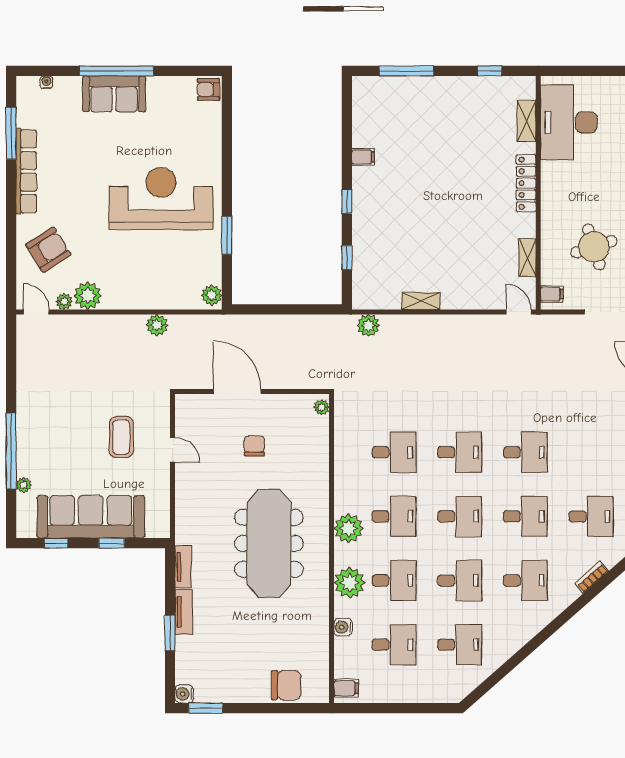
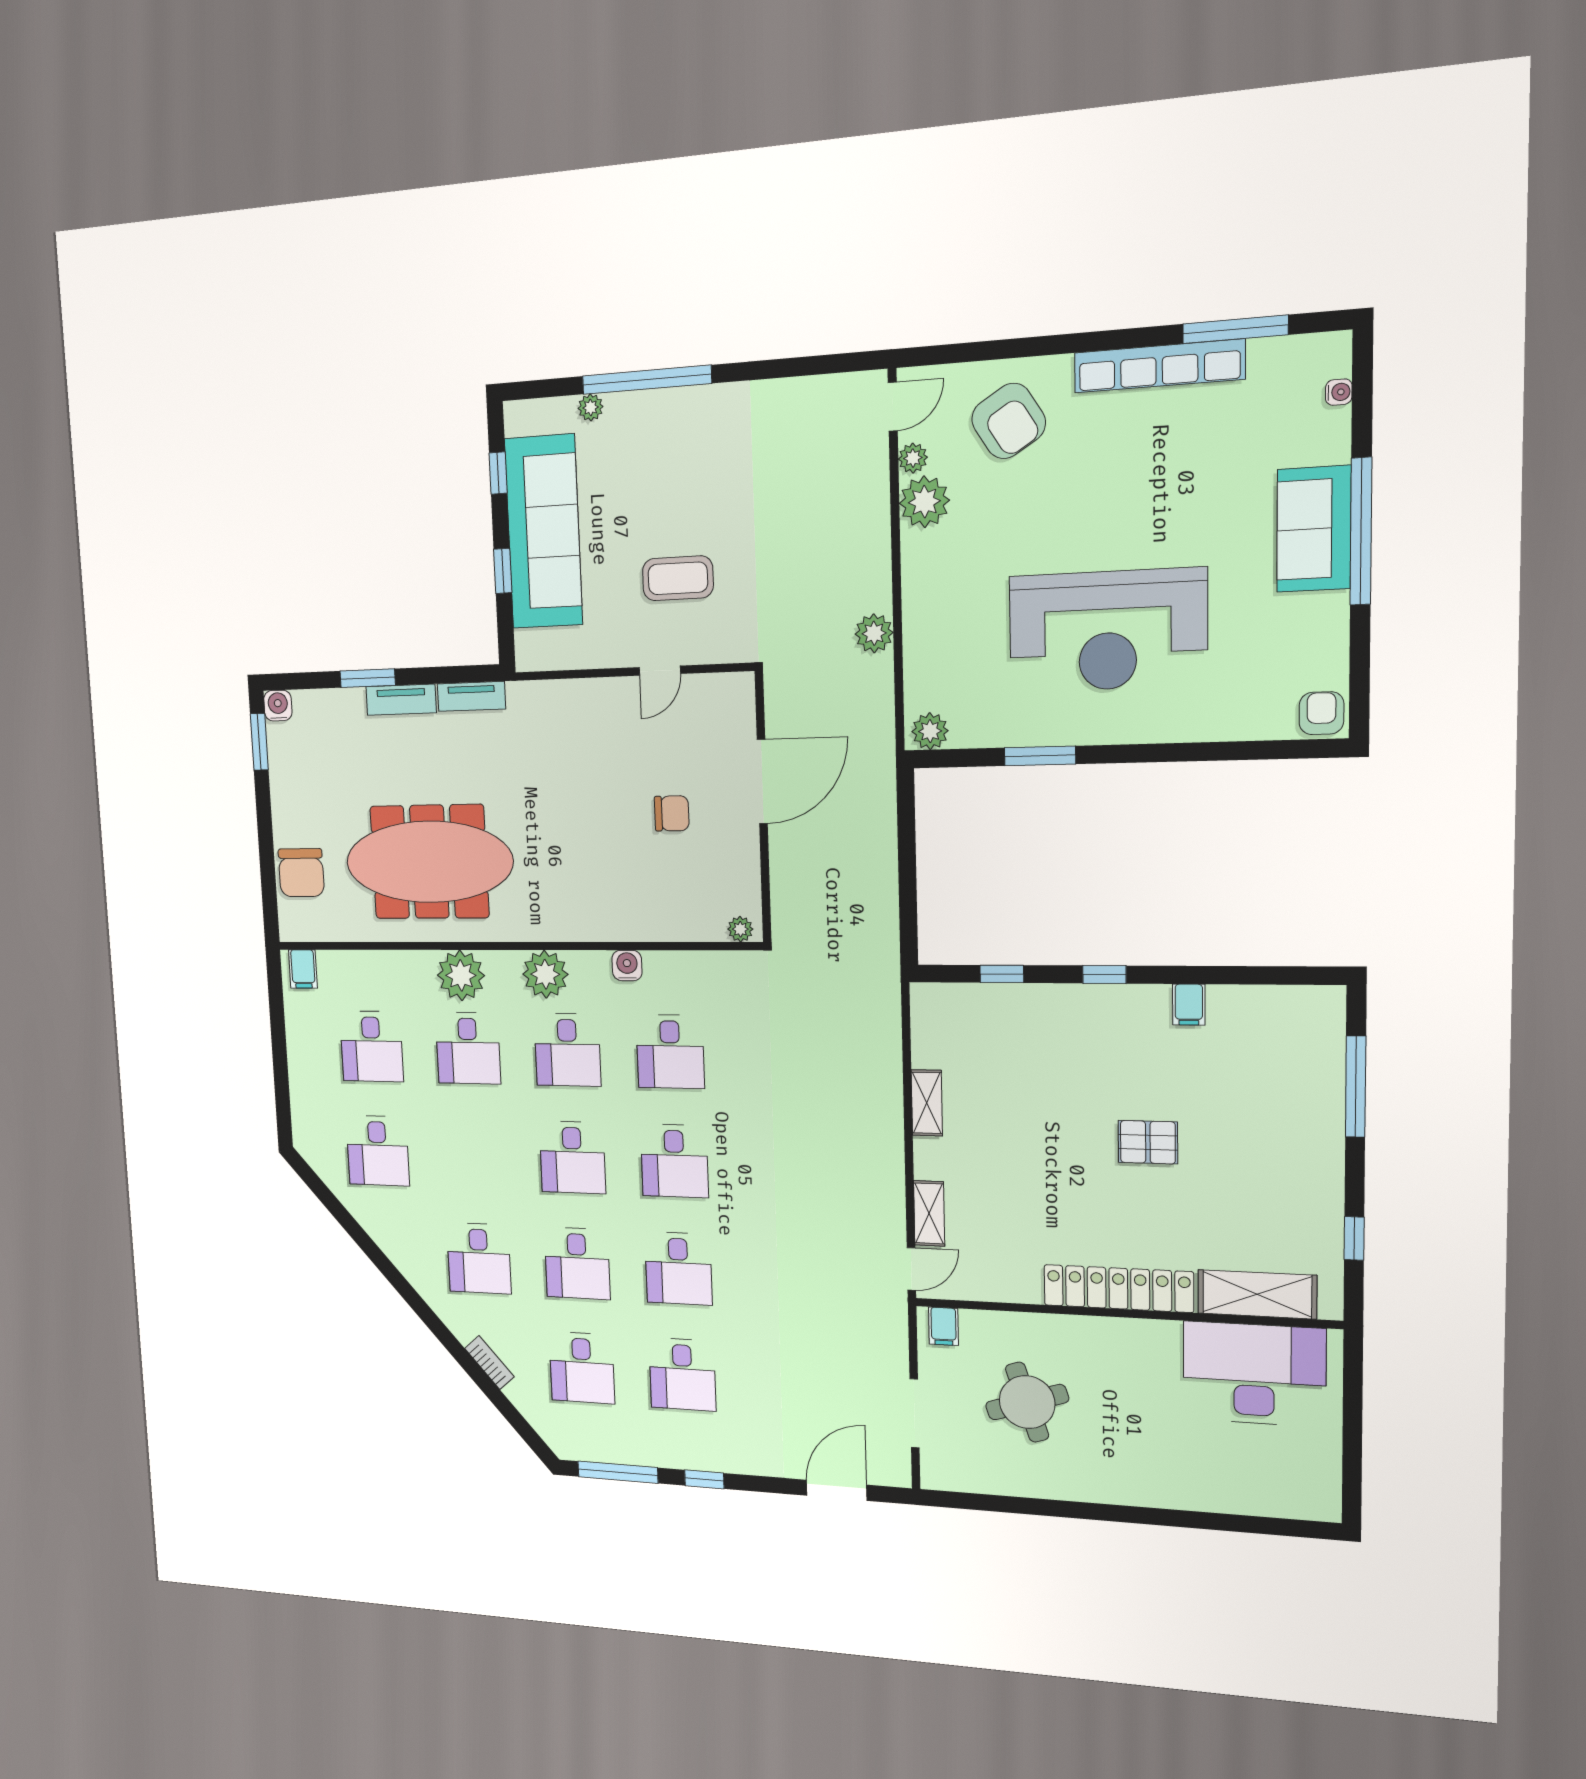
shelving: (527, 121) -> (1257, 1294), width x1.50, depth x1.33
pallet: (440, 179) -> (1148, 1142), added
locker: (526, 183) -> (1118, 1288), width x1.41, depth x1.21
reception desk: (161, 199) -> (1108, 630), turned 90
shelving: (527, 258) -> (929, 1213), moved, turned 90
plant: (368, 326) -> (882, 1011), removed
meeting table: (269, 543) -> (429, 862), moved
desk: (460, 581) -> (682, 1374), moved
water cooler: (343, 627) -> (627, 966), moved

